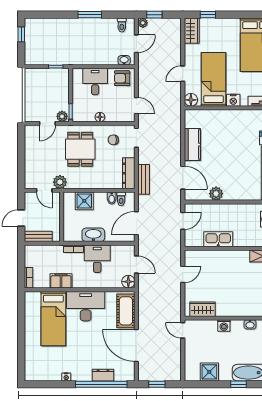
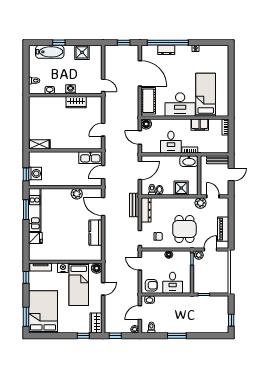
window: (154, 15) -> (115, 336), moved
piano: (31, 149) -> (223, 229), added
washbasin: (93, 235) -> (189, 161), moved
kitchen sink: (218, 239) -> (90, 158), moved
wardrobe: (203, 309) -> (76, 102), moved

